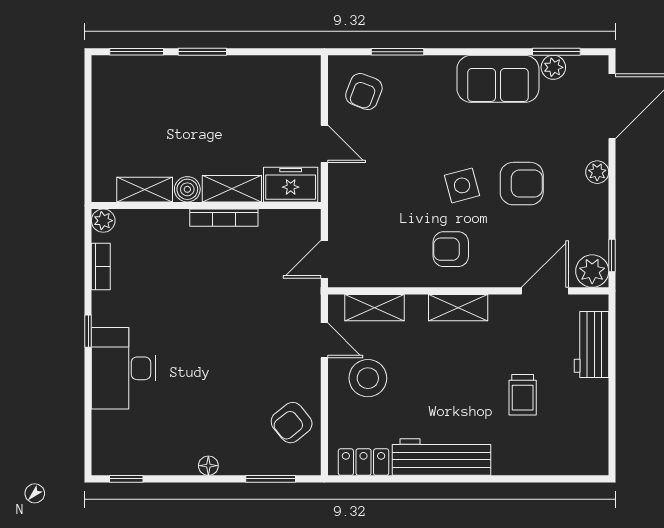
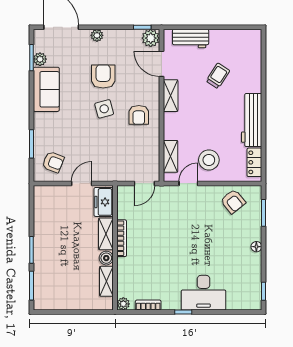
door: (324, 259) -> (144, 184), hinge flipped
shelving: (458, 308) -> (171, 96), moved
trolley: (523, 395) -> (218, 76), turned -57

